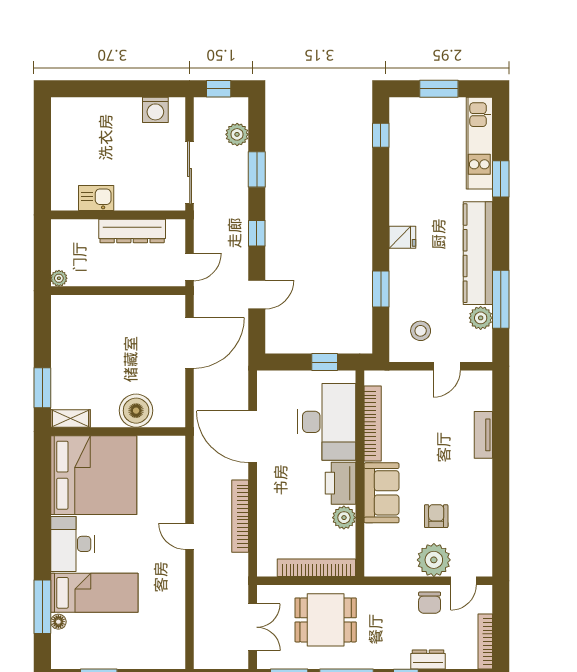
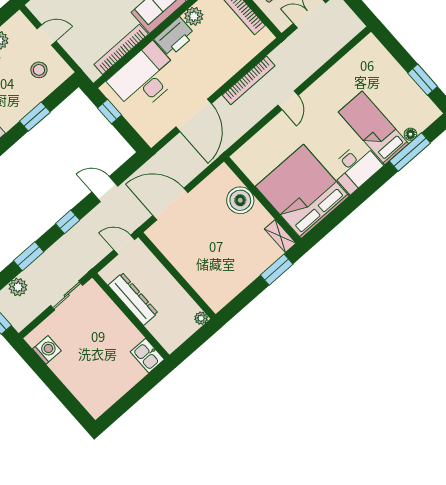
sliding door: (190, 173) -> (67, 295), width x0.73
kitchen sink: (96, 198) -> (147, 356), moved

